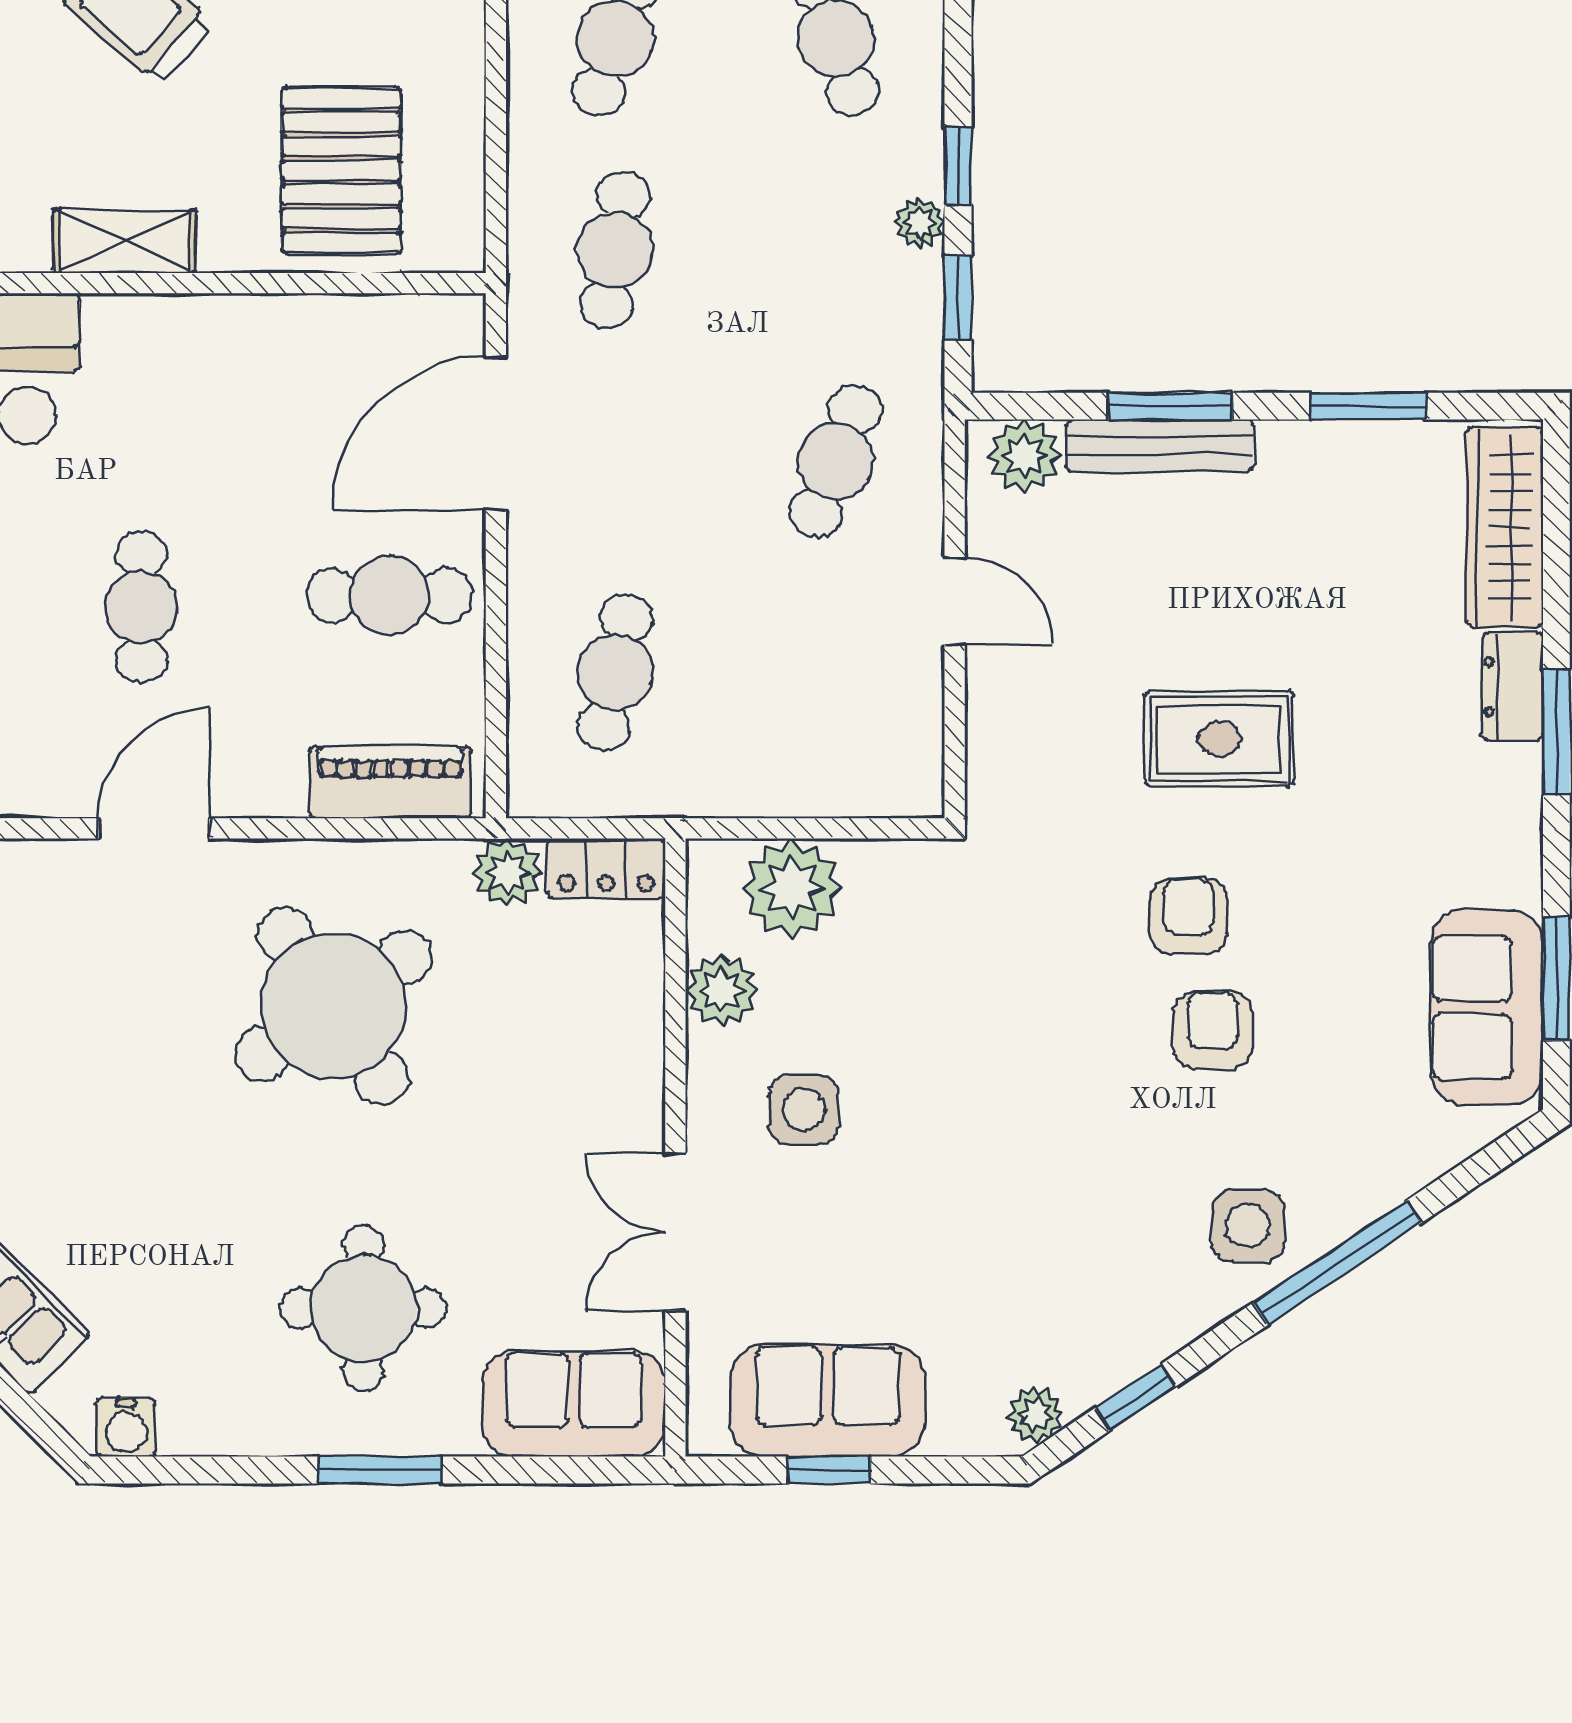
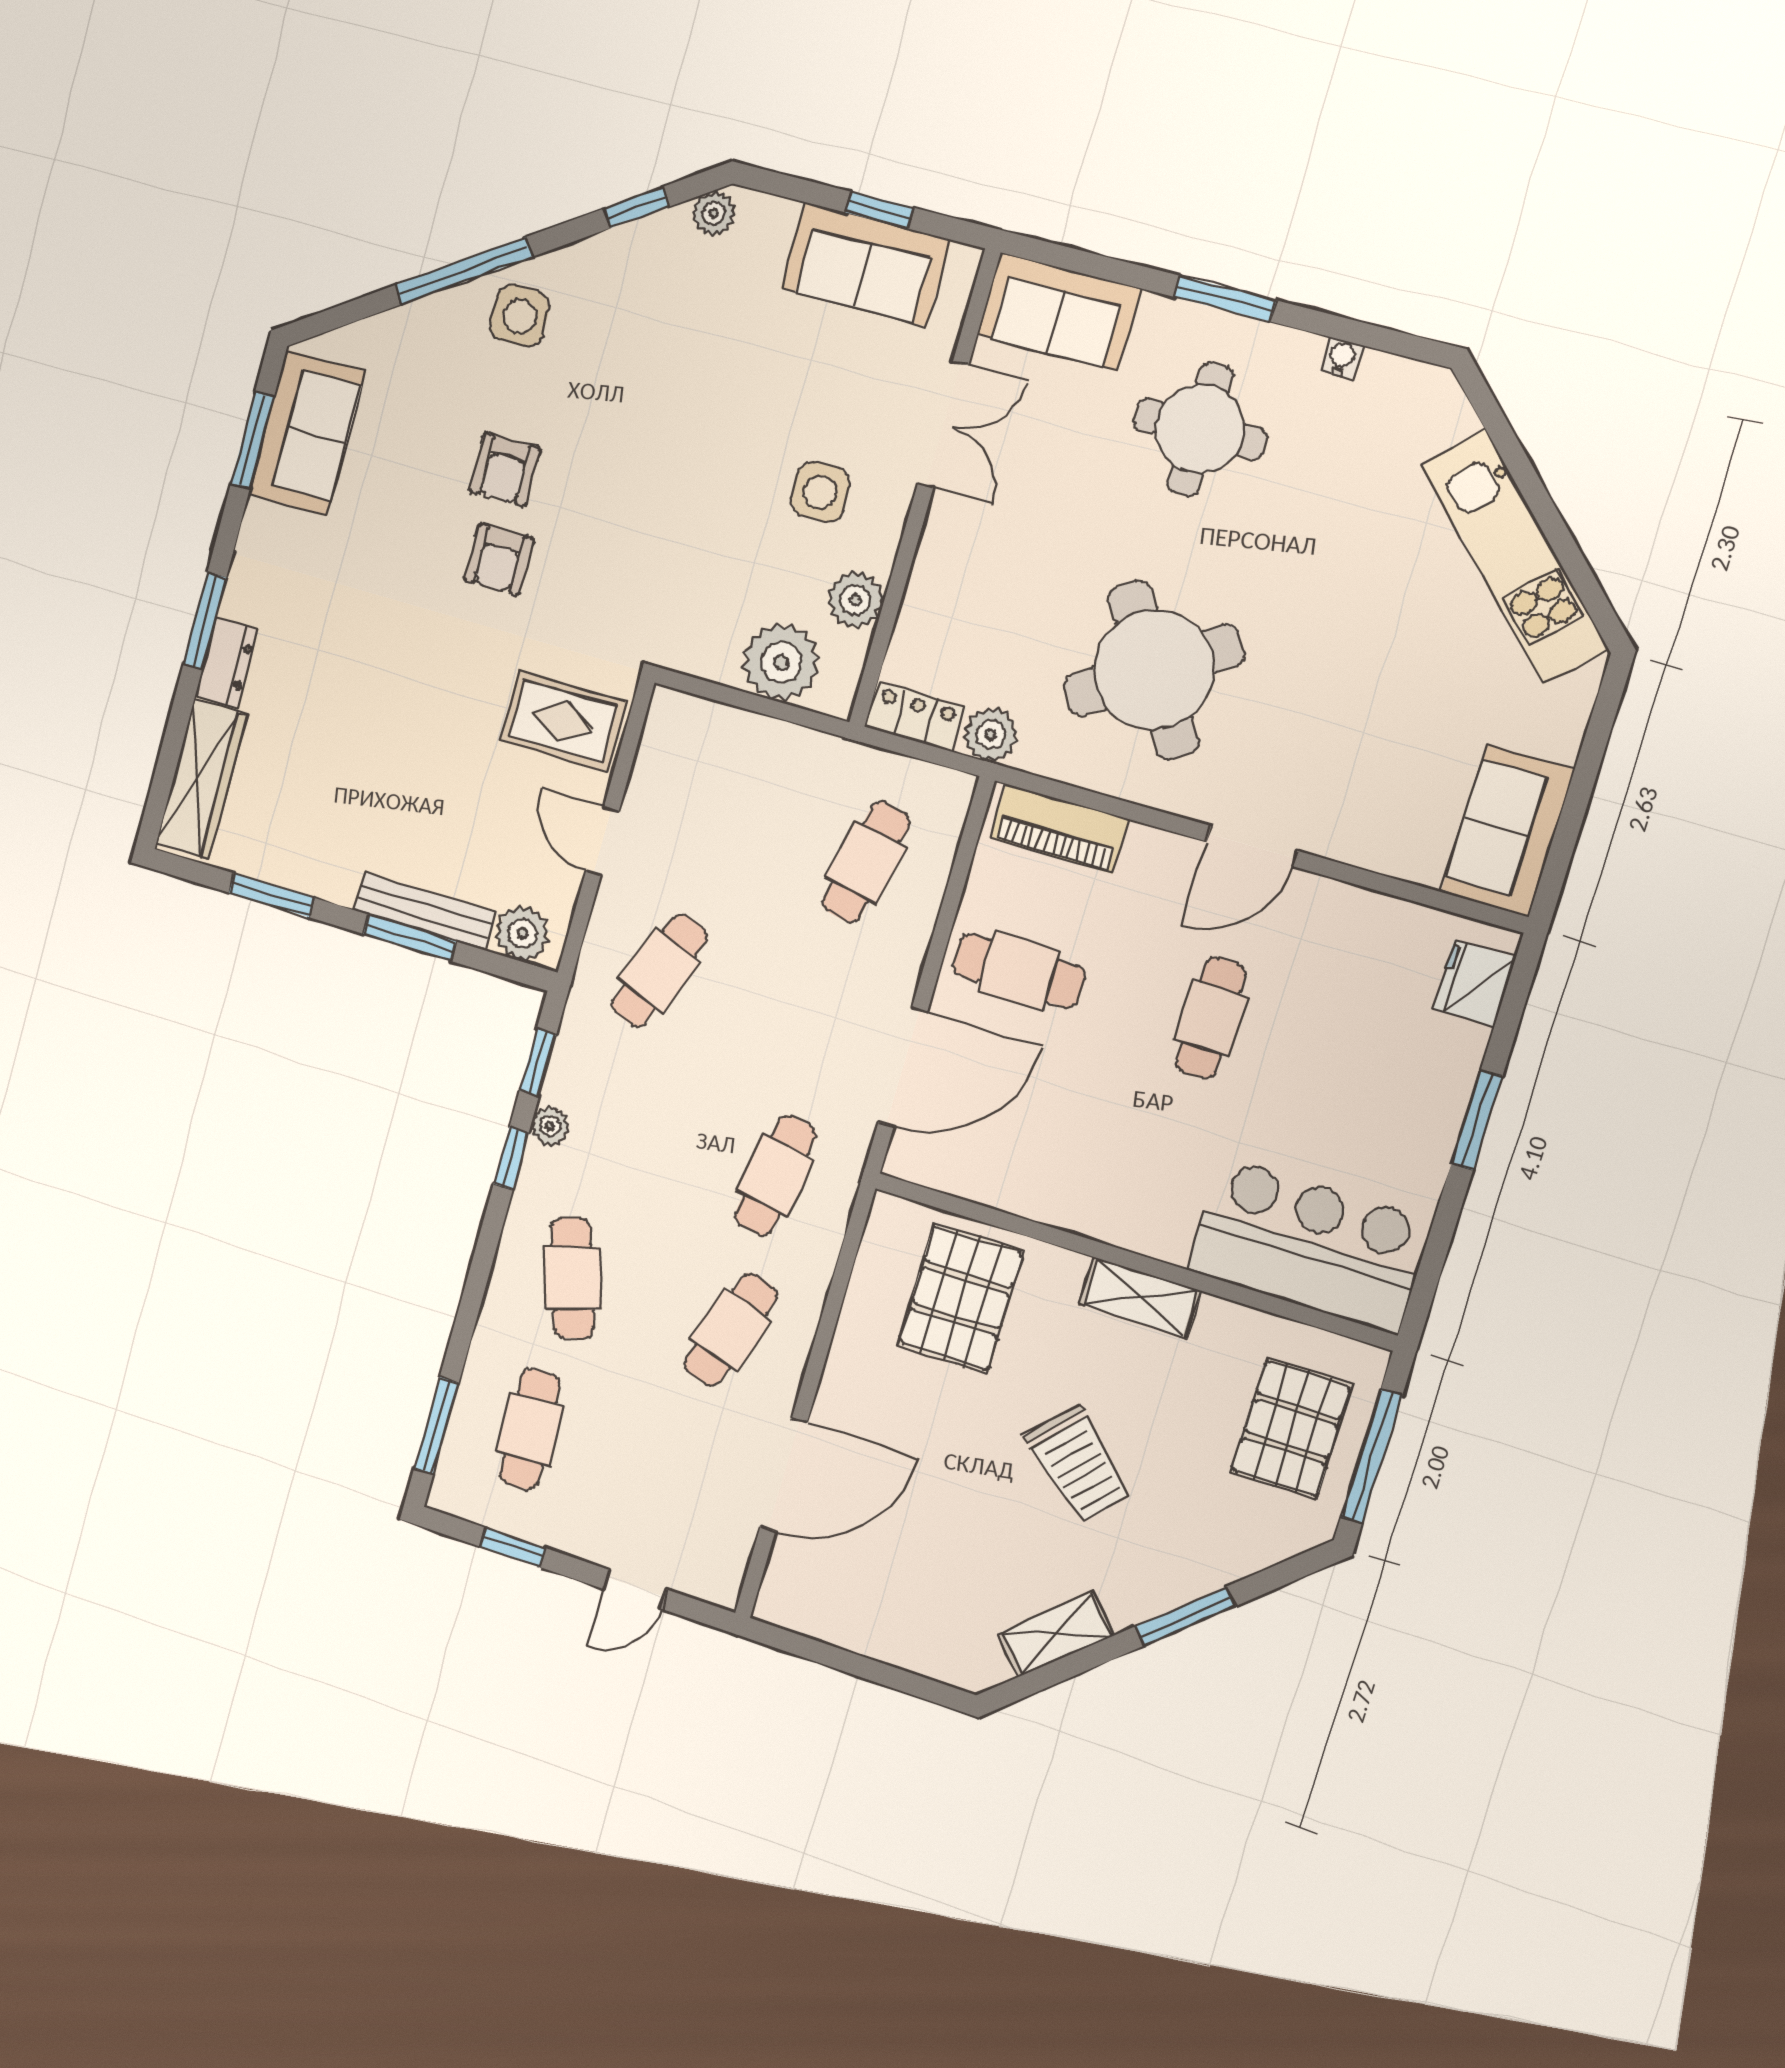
rug: (1219, 739) -> (563, 721), moved
water cooler: (126, 1427) -> (1342, 358), moved, width x0.72, depth x0.72

